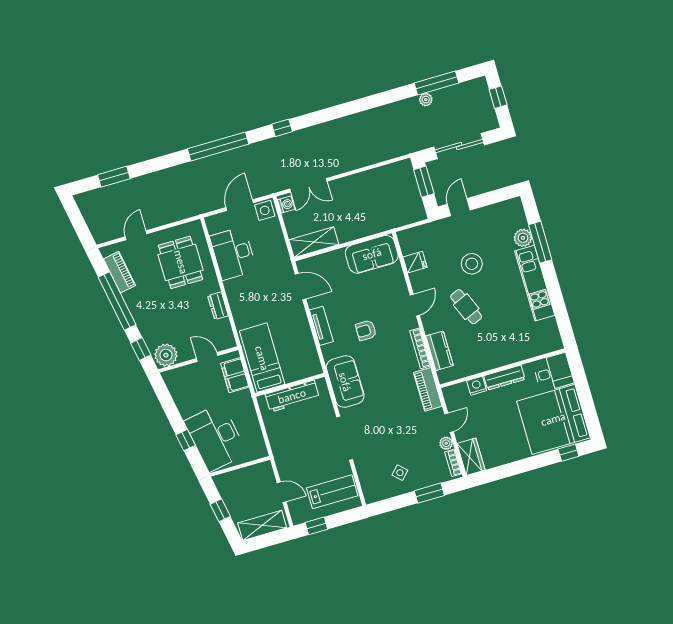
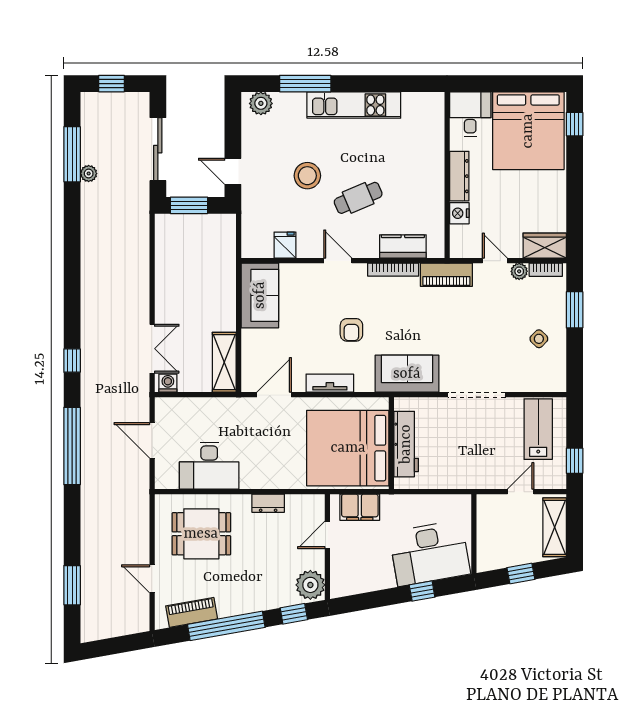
side table: (265, 210) -> (168, 412), removed
plant: (523, 238) -> (261, 103), moved
bed: (262, 358) -> (348, 448), width x2.04

